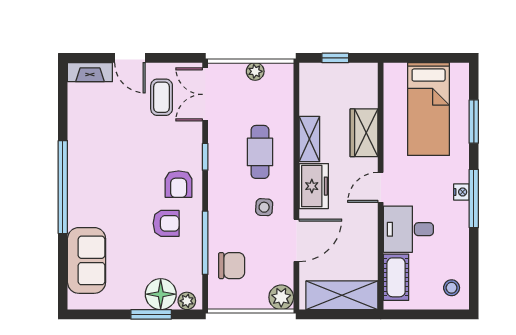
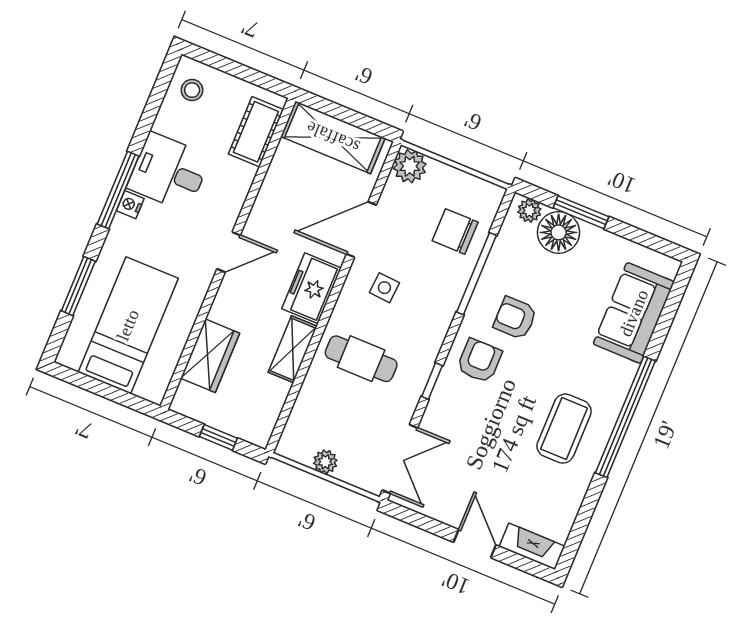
coffee table: (162, 97) -> (564, 429), moved, width x1.36, depth x1.30
wardrobe: (364, 133) -> (210, 356), moved
cafe table: (260, 152) -> (361, 359), turned 90
desk: (408, 229) -> (169, 172), moved, turned 180

